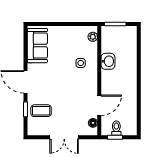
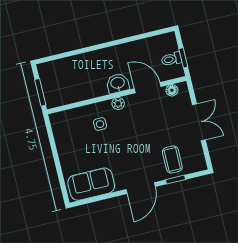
plant: (93, 37) -> (118, 103), moved
washbasin: (108, 61) -> (118, 83), moved

